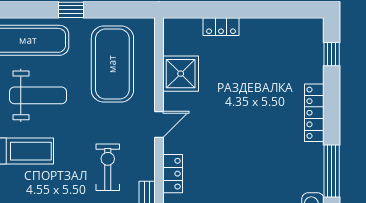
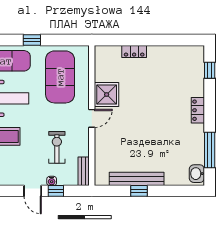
shower: (181, 74) -> (107, 95), moved
locker: (314, 113) -> (198, 110), width x0.66
locker: (173, 174) -> (101, 152), removed

